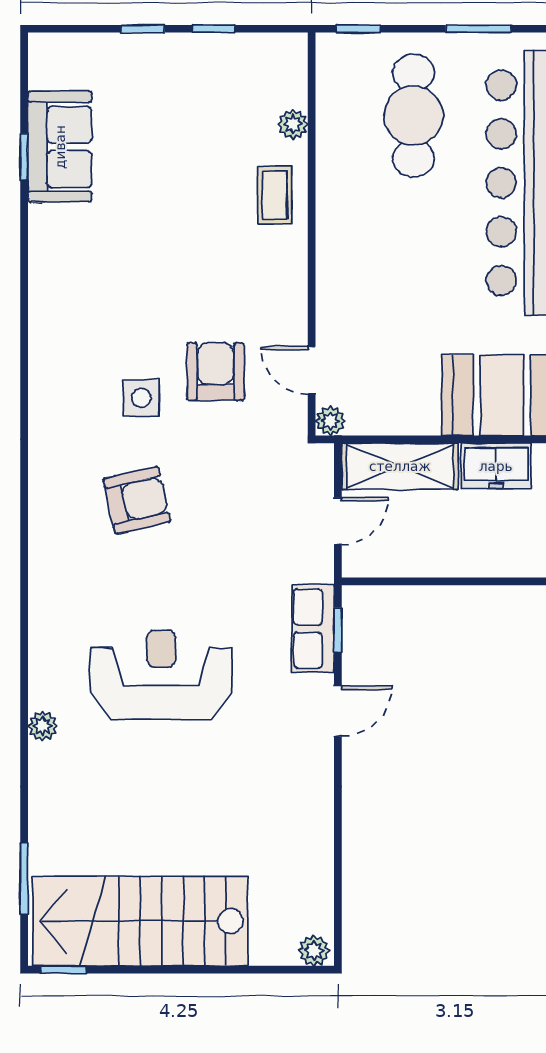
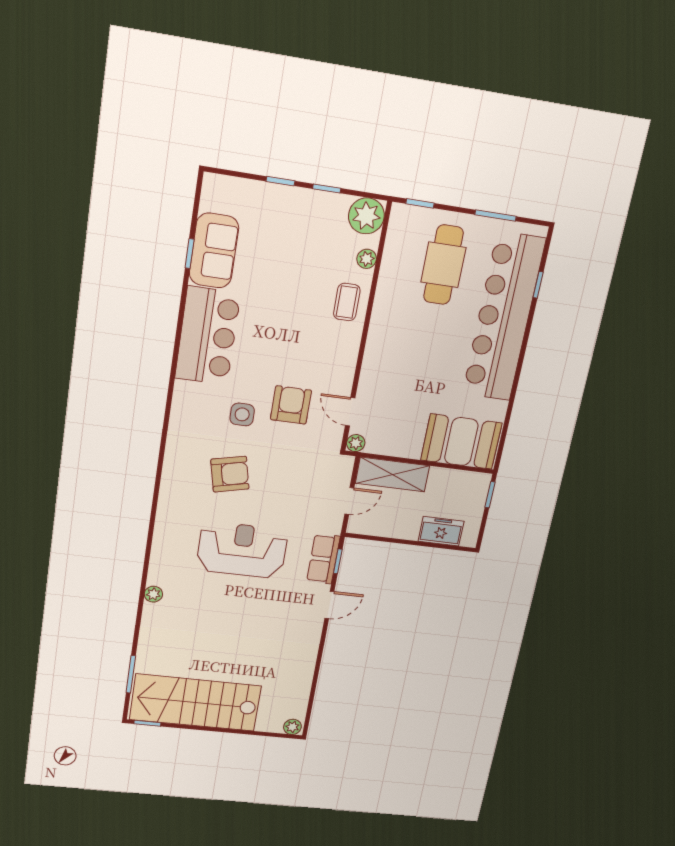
plant: (281, 60) -> (366, 216), added
bar counter: (69, 279) -> (208, 336), added
freezer: (496, 466) -> (441, 531), moved, turned 180
reception desk: (161, 675) -> (242, 550), moved

